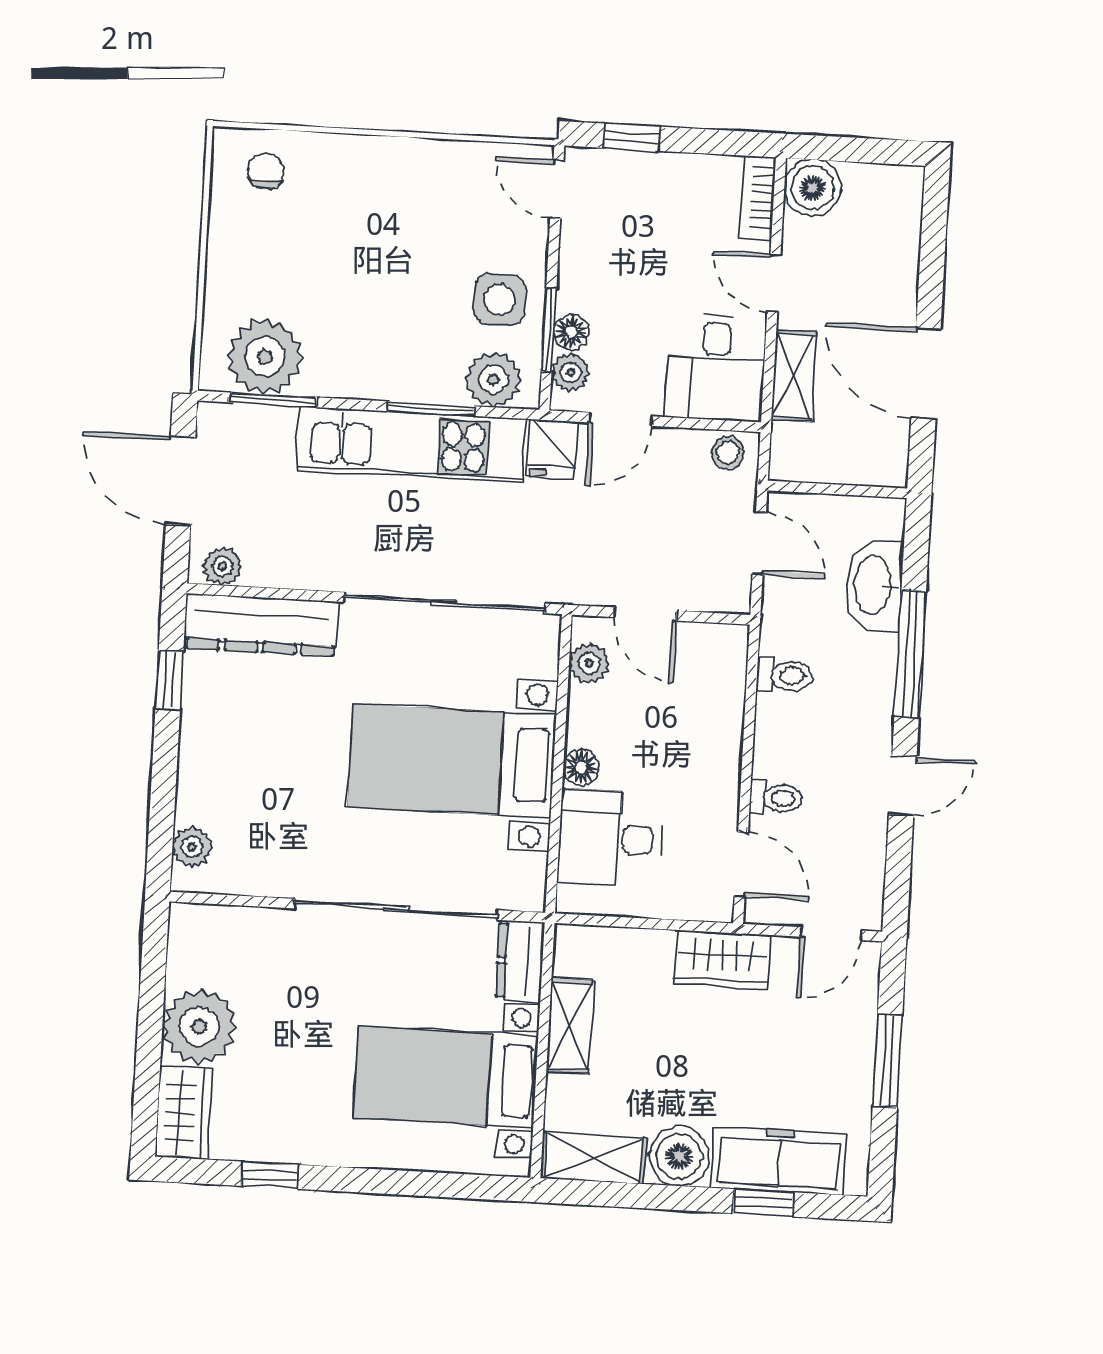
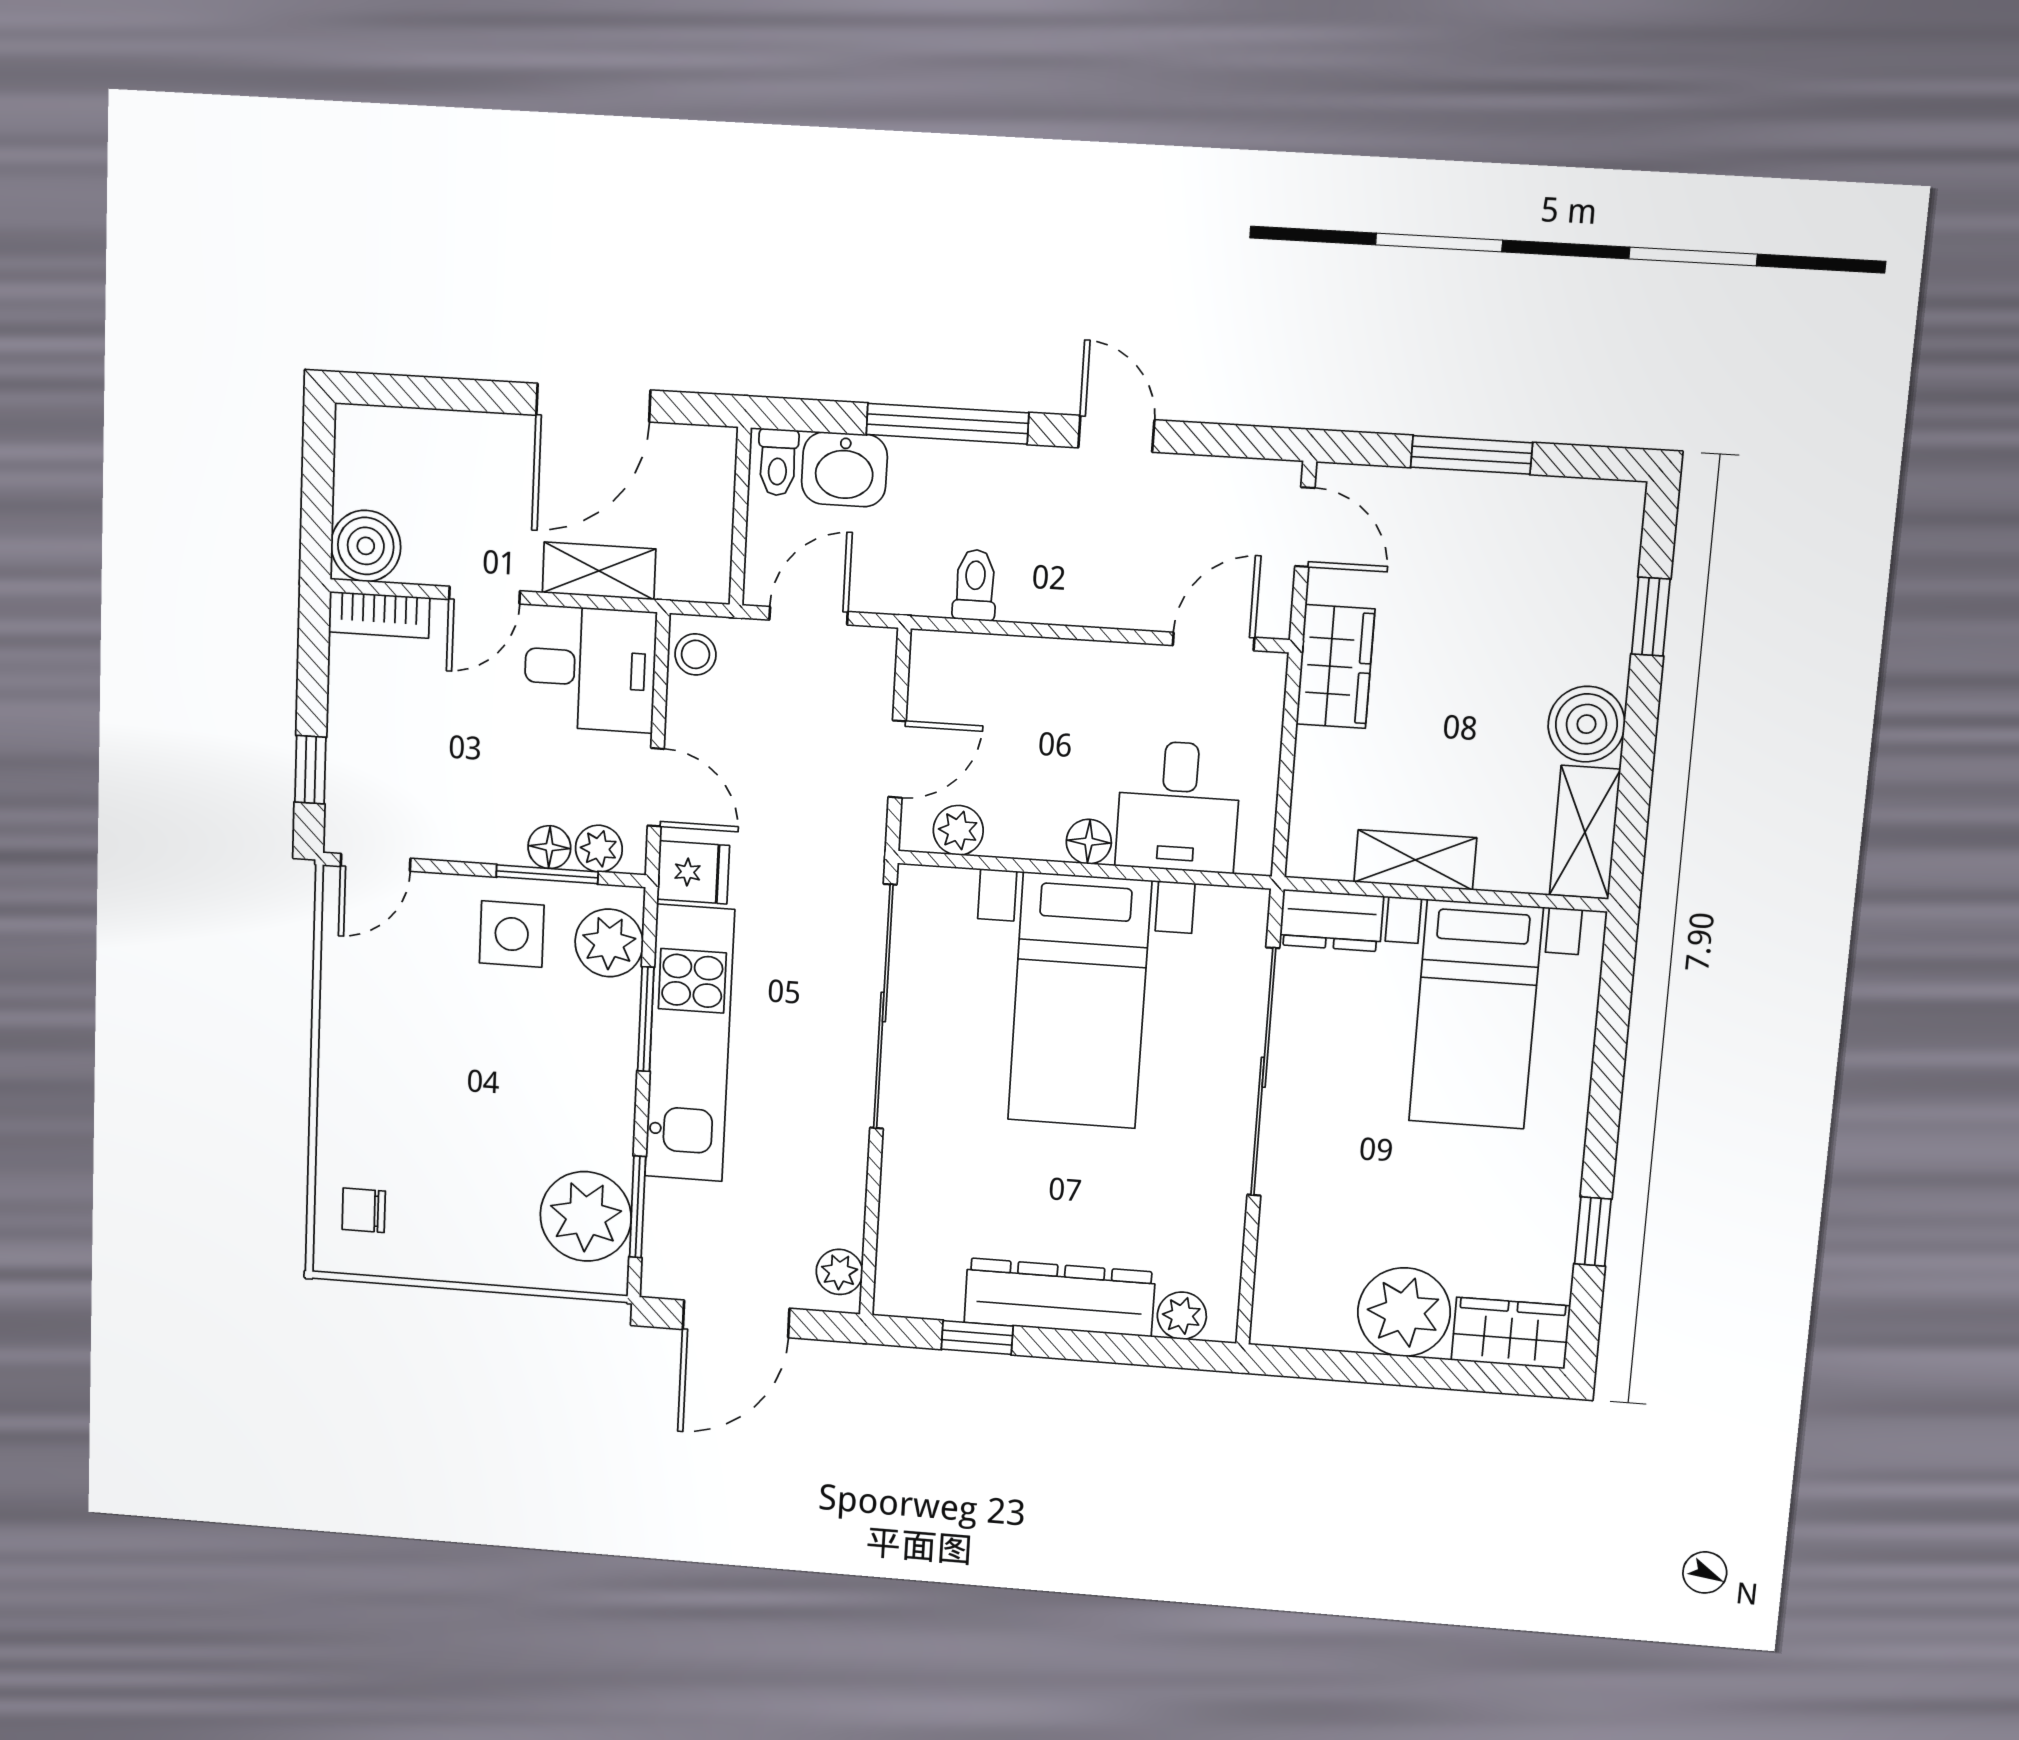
washbasin: (874, 585) -> (844, 469), width x0.72
dresser: (261, 625) -> (1059, 1297), moved, turned -90
toilet: (776, 798) -> (778, 462), moved, turned 180
freezer: (779, 1161) -> (1597, 596), removed

